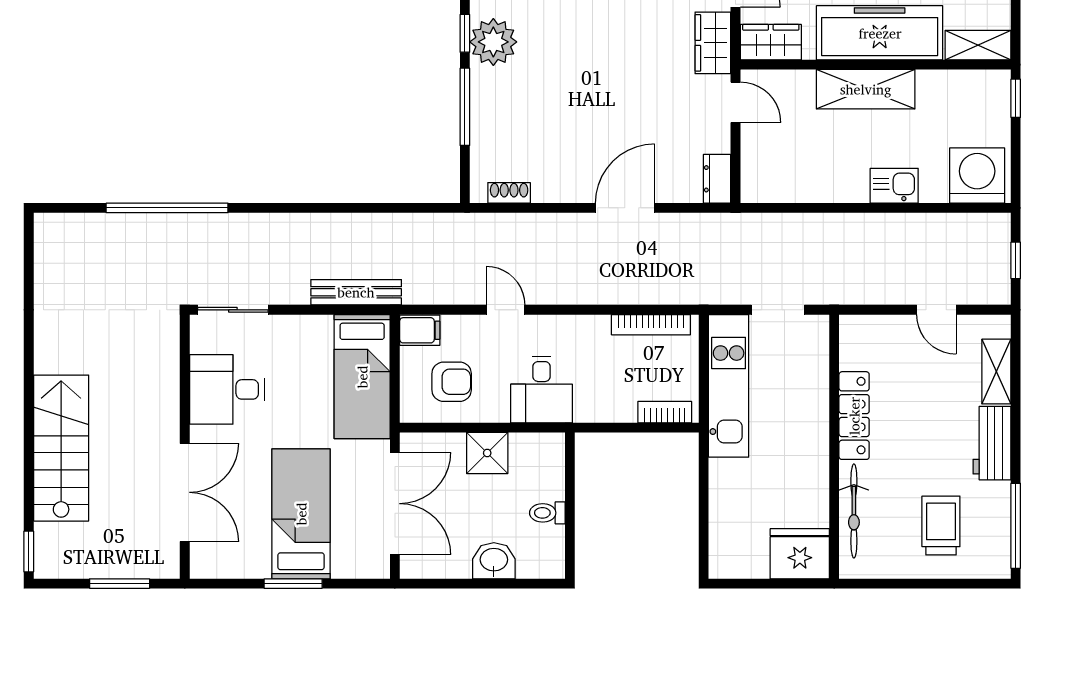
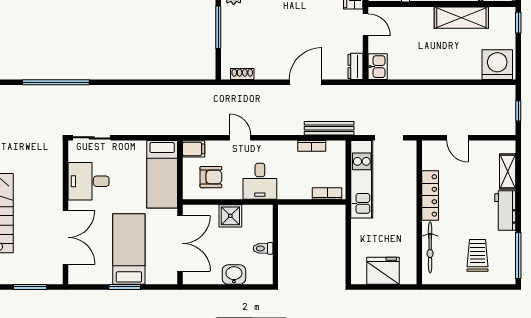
shelving: (866, 89) -> (461, 18), moved
kitchen sink: (894, 186) -> (378, 67), moved, turned 90
bench: (356, 292) -> (329, 128), moved
door: (936, 310) -> (457, 138), moved
bookcase: (651, 325) -> (312, 146), width x0.64
fridge: (800, 554) -> (383, 271), moved

